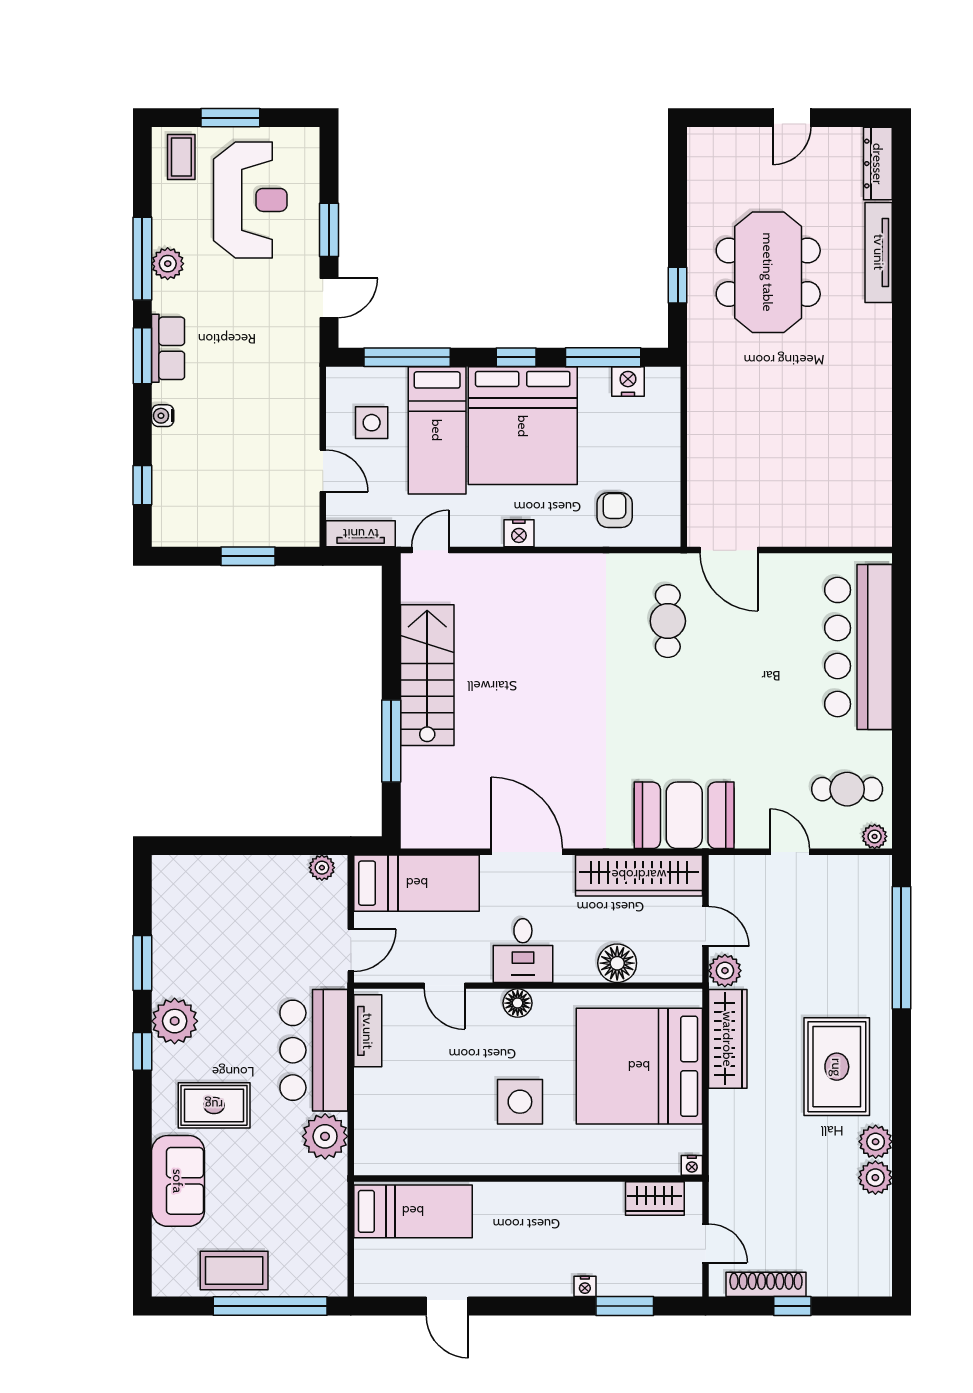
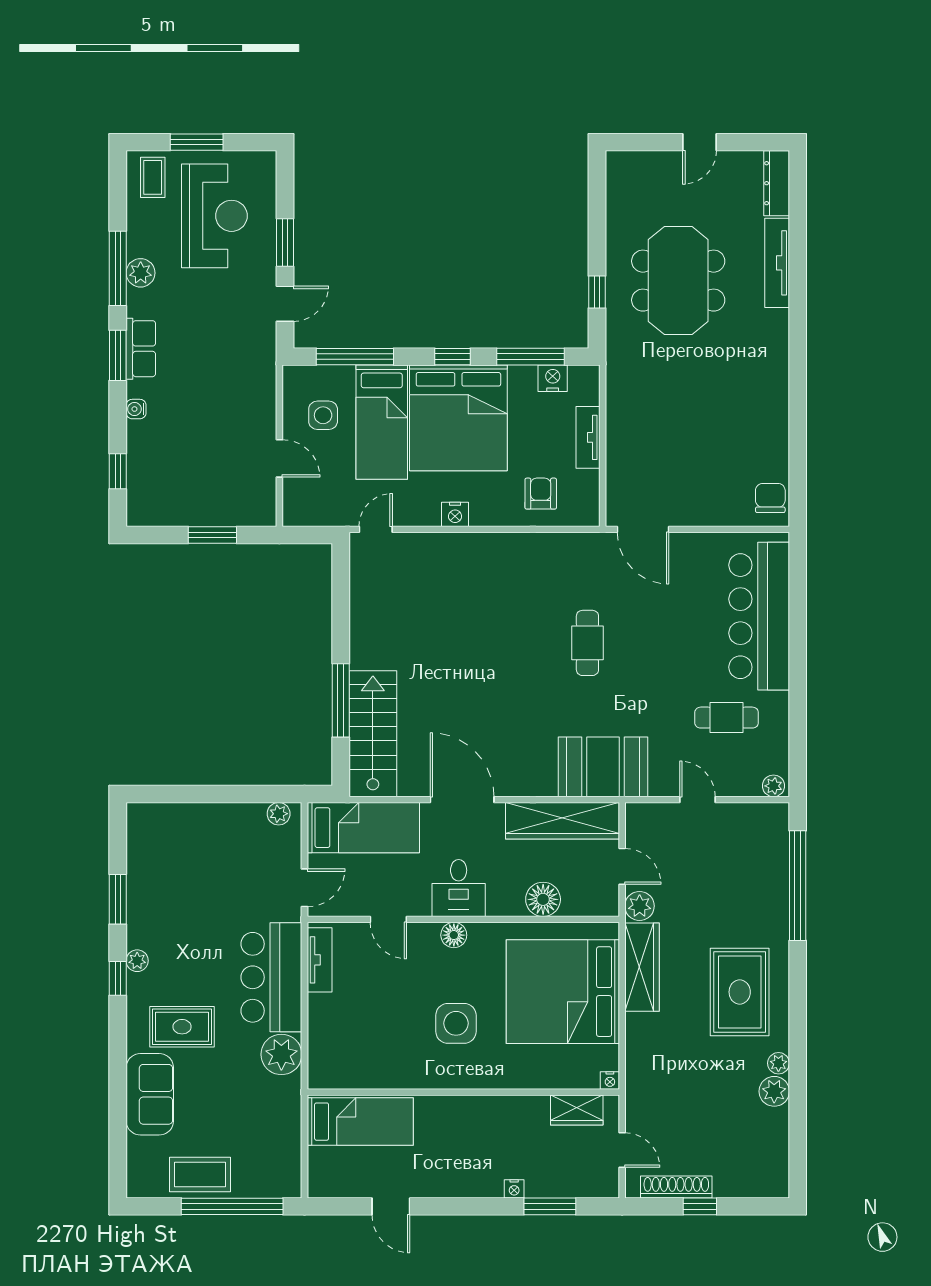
chair: (871, 515) -> (770, 498), added
tv unit: (361, 534) -> (588, 437), moved, turned -90
cafe table: (668, 621) -> (587, 643), moved
stairs: (427, 675) -> (373, 734), moved
cafe table: (847, 789) -> (727, 718), moved
plant: (175, 1021) -> (137, 961), width x0.53, depth x0.53
plant: (876, 1142) -> (778, 1063), width x0.73, depth x0.73

